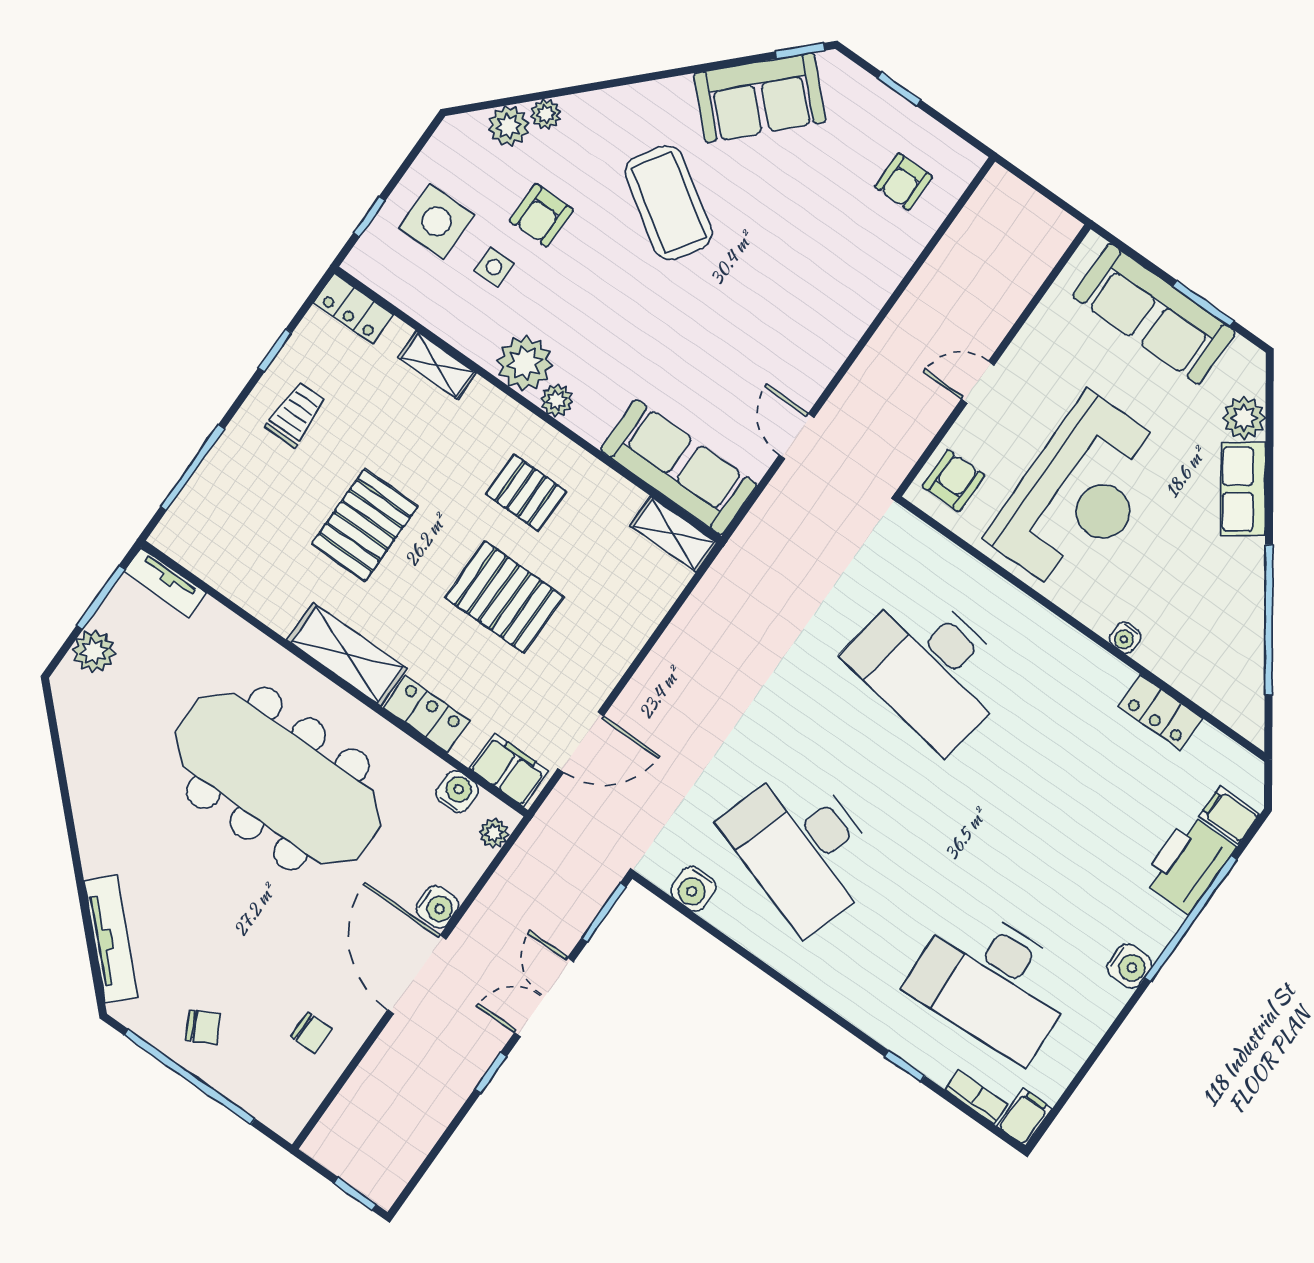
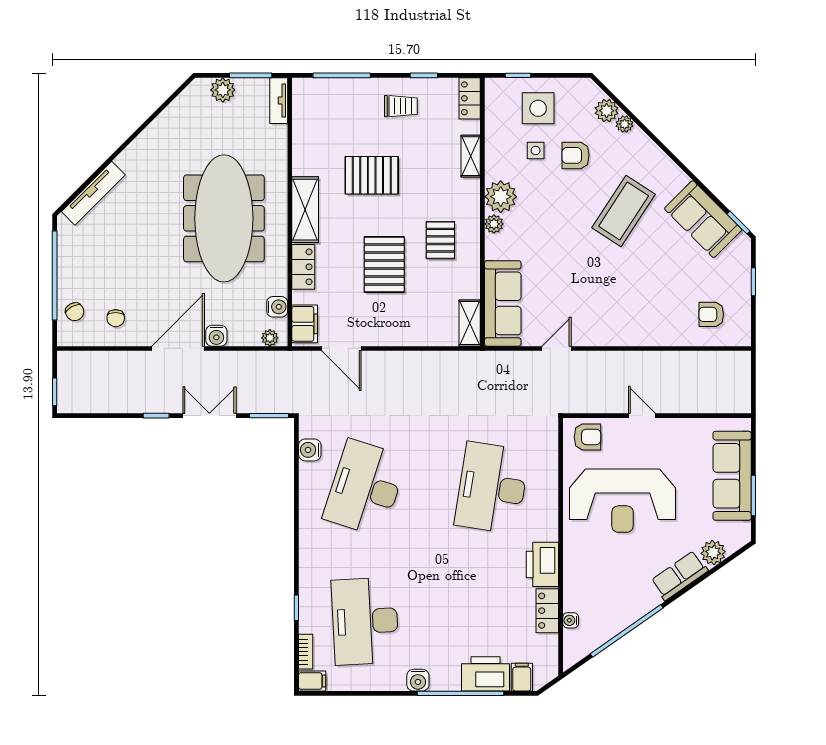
water cooler: (1125, 638) -> (571, 620), moved
printer: (1090, 673) -> (542, 564), added
chair: (203, 1027) -> (75, 312), moved

